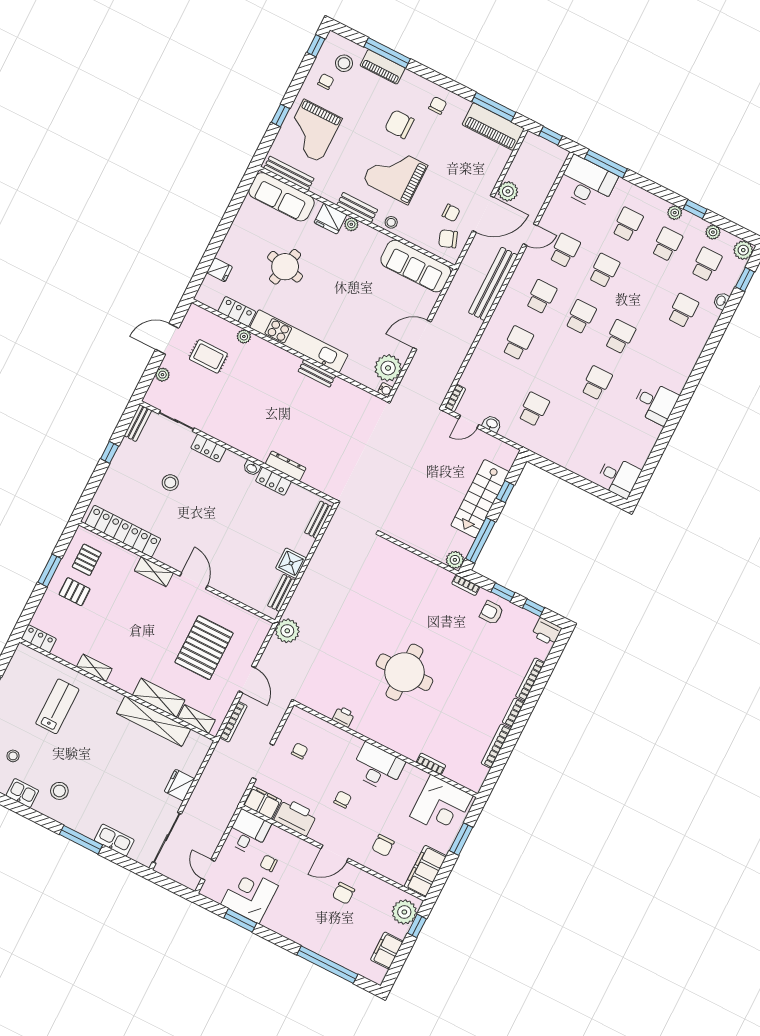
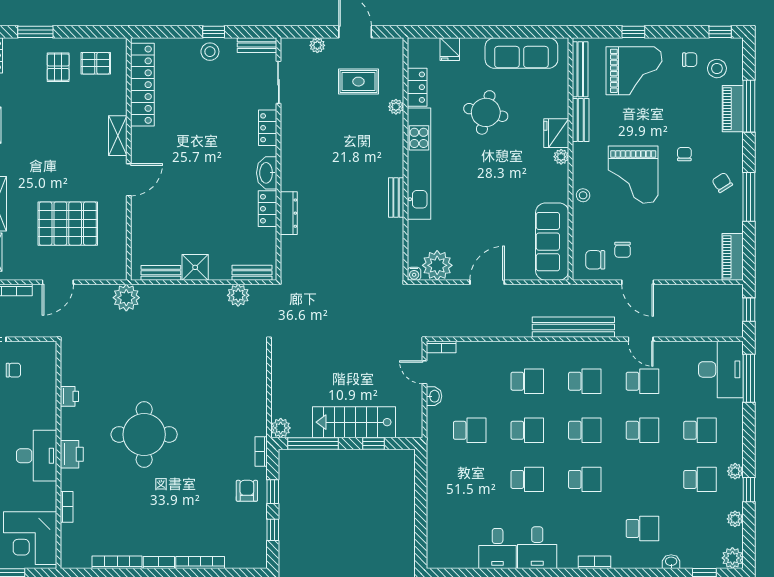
chair: (438, 105) -> (722, 183), turned -122
window: (494, 107) -> (749, 197), moved
chair: (399, 124) -> (684, 154), width x0.54, depth x0.54
piano: (493, 127) -> (733, 257), width x0.73, depth x0.75
grand piano: (312, 131) -> (634, 71), turned 180
grand piano: (395, 174) -> (633, 175), turned 180
plant: (508, 191) -> (238, 295), moved
sofa: (282, 197) -> (521, 53), moved, turned -90
bench: (357, 207) -> (581, 120), moved
door: (483, 214) -> (638, 282), width x0.73
chair: (448, 239) -> (595, 260), turned -70
school desk: (706, 264) -> (527, 430), moved
door: (422, 335) -> (487, 282), hinge flipped
rug: (208, 356) -> (358, 82), turned 90
bookcase: (690, 363) -> (594, 562), added
washbasin: (252, 468) -> (267, 173), width x1.91, depth x1.45
desk: (619, 477) -> (498, 548), moved
stool: (170, 483) -> (210, 52), moved
window: (50, 570) -> (35, 32), moved
printer: (547, 632) -> (72, 454), moved, turned 180

